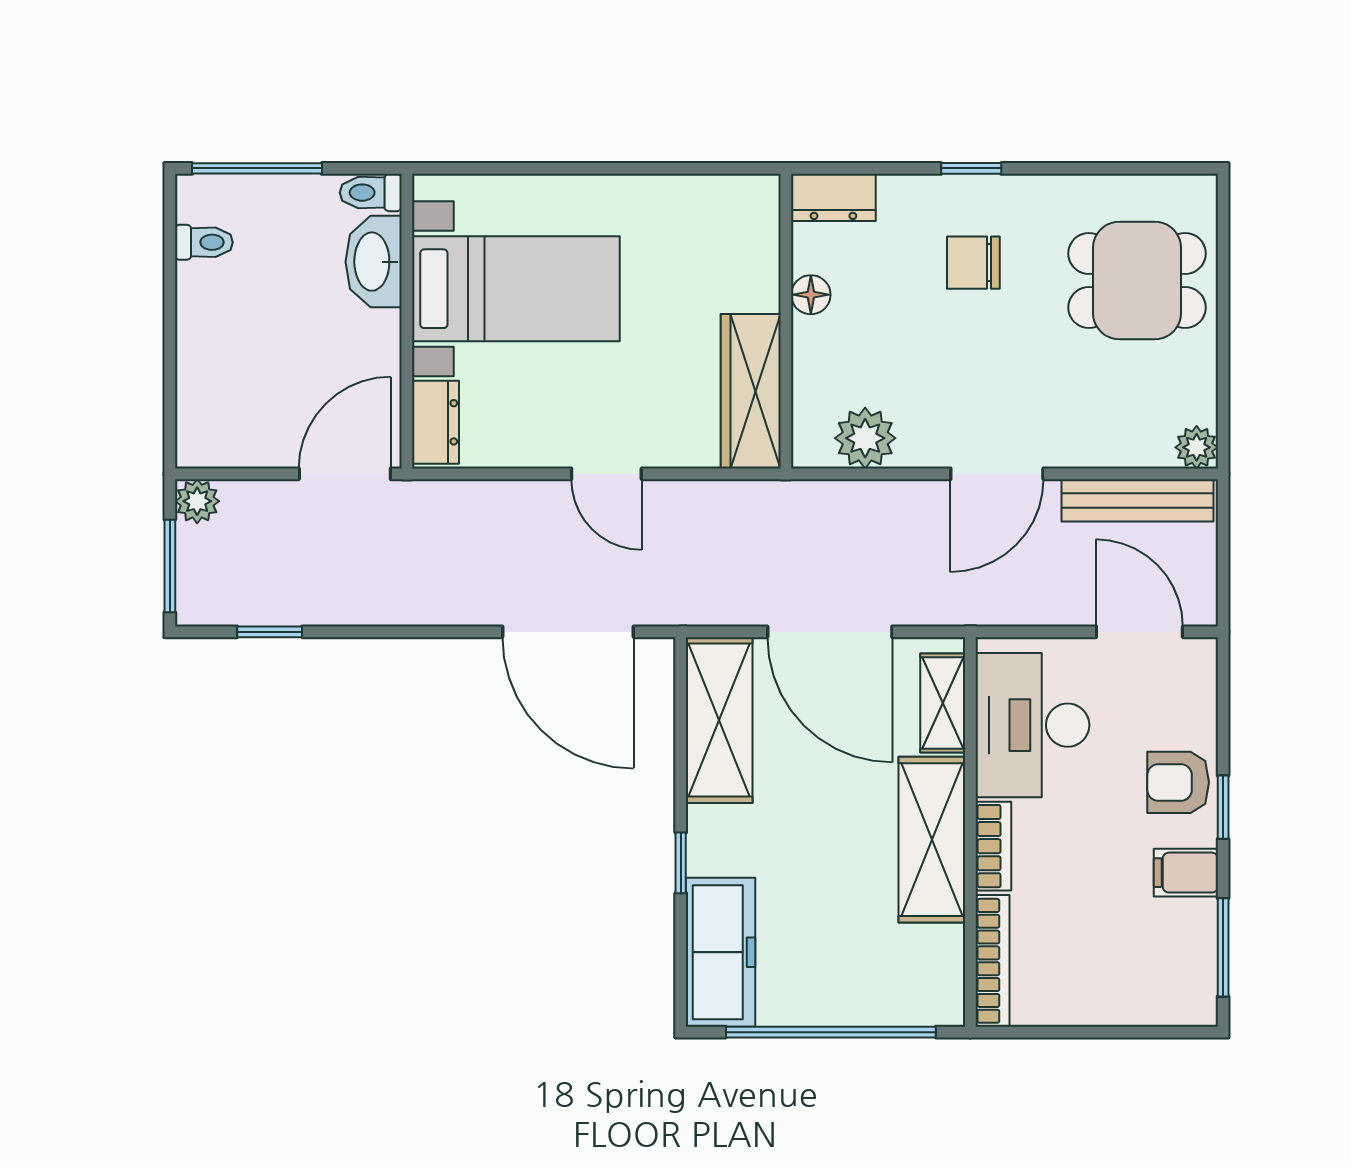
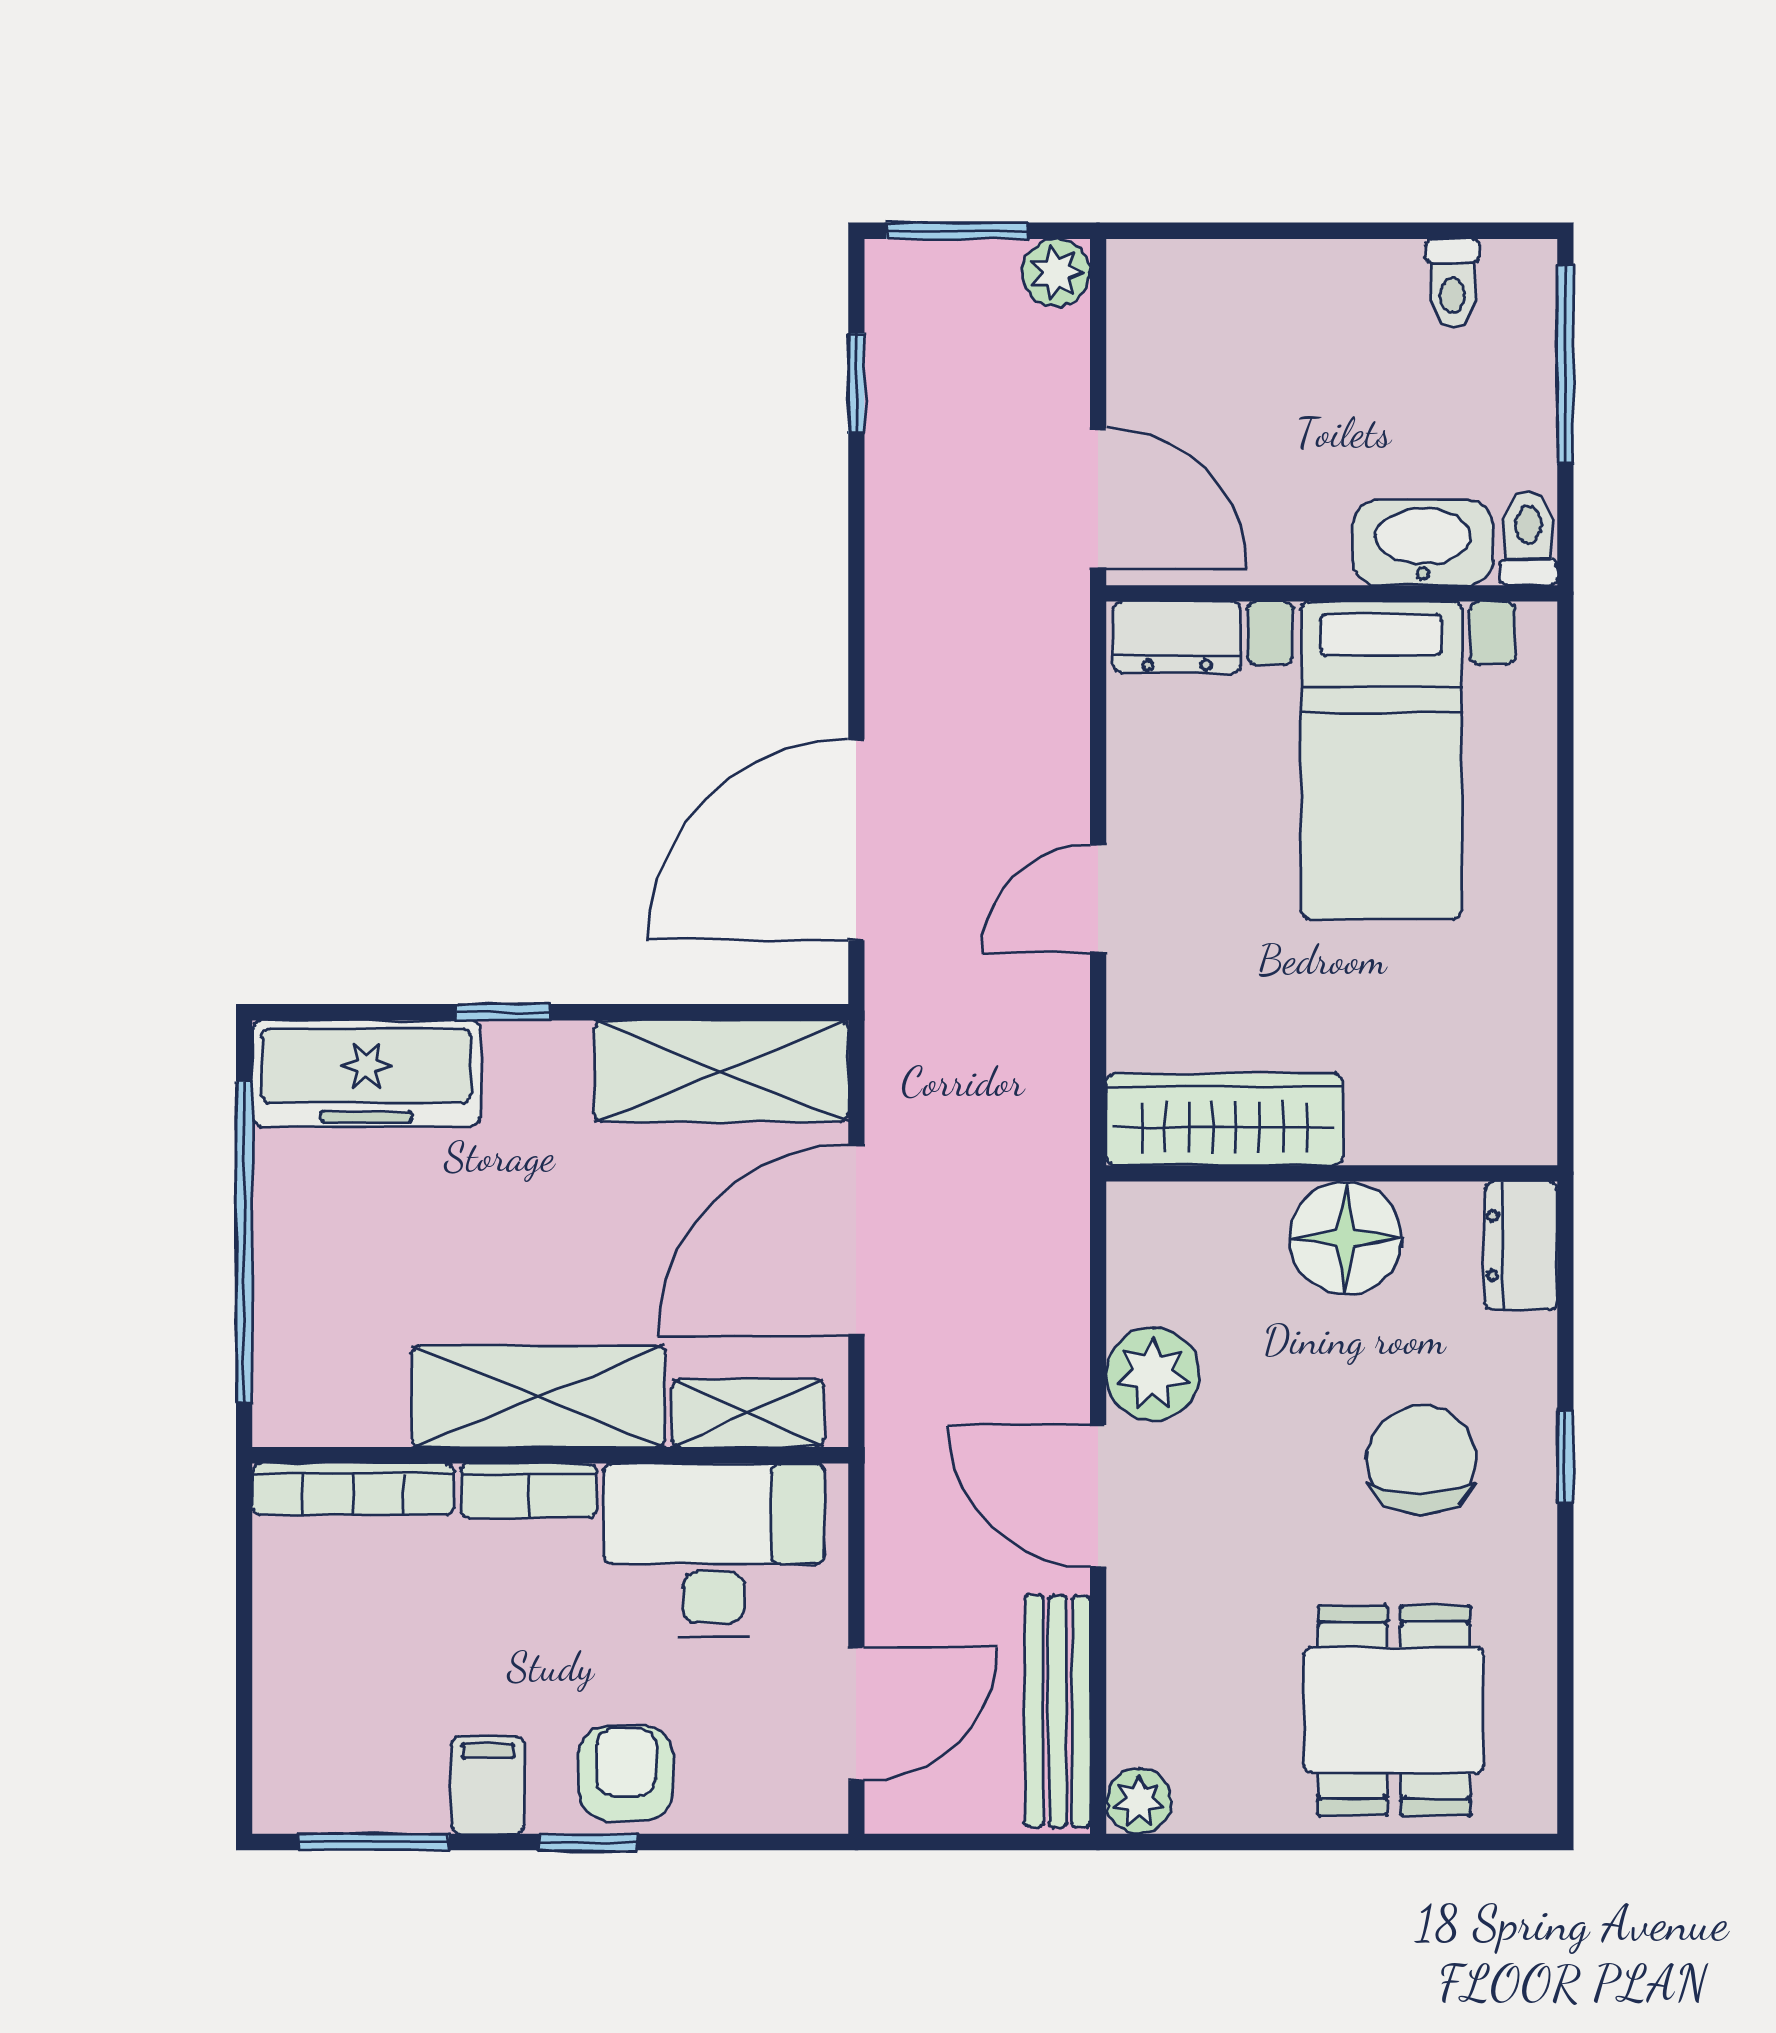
chair: (973, 263) -> (1421, 1460), width x1.37, depth x1.37
floor lamp: (811, 295) -> (1346, 1238), width x1.89, depth x1.89
plant: (865, 438) -> (1153, 1374), moved

